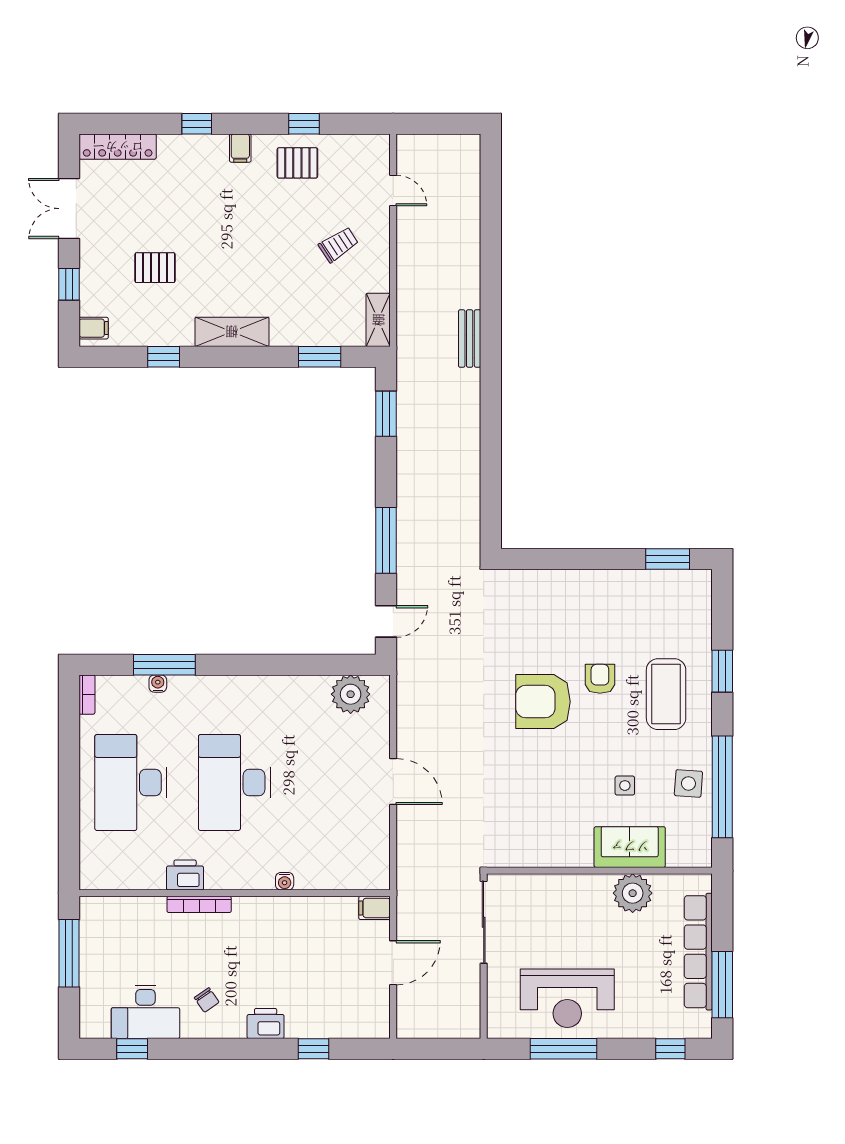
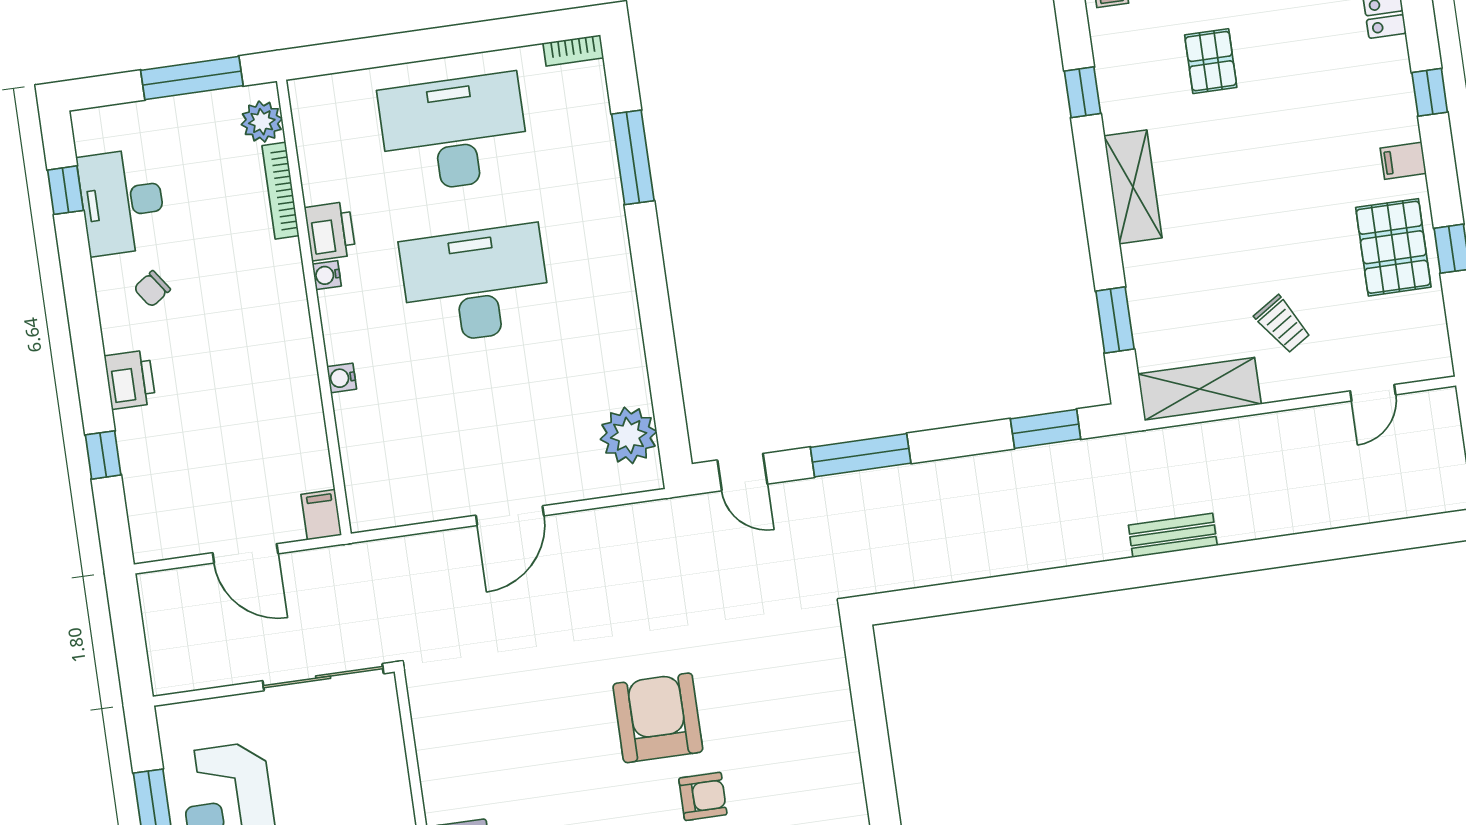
pallet: (297, 163) -> (1393, 247), width x1.50, depth x1.42
shelving: (378, 320) -> (1199, 389), width x1.50, depth x1.33
water cooler: (158, 684) -> (327, 275), moved, turned 180
bookcase: (199, 904) -> (280, 191), moved
plant: (105, 910) -> (262, 122), added

